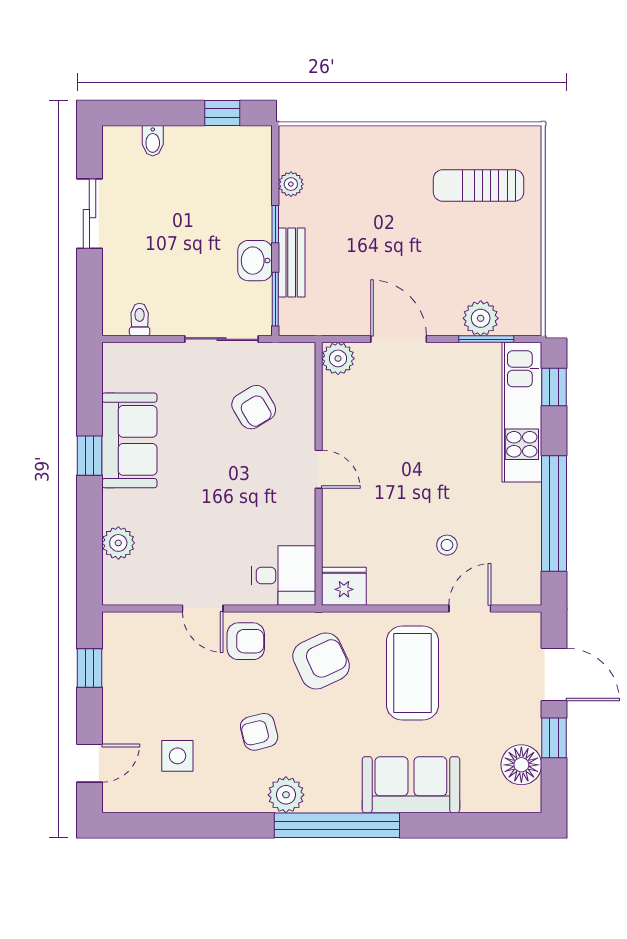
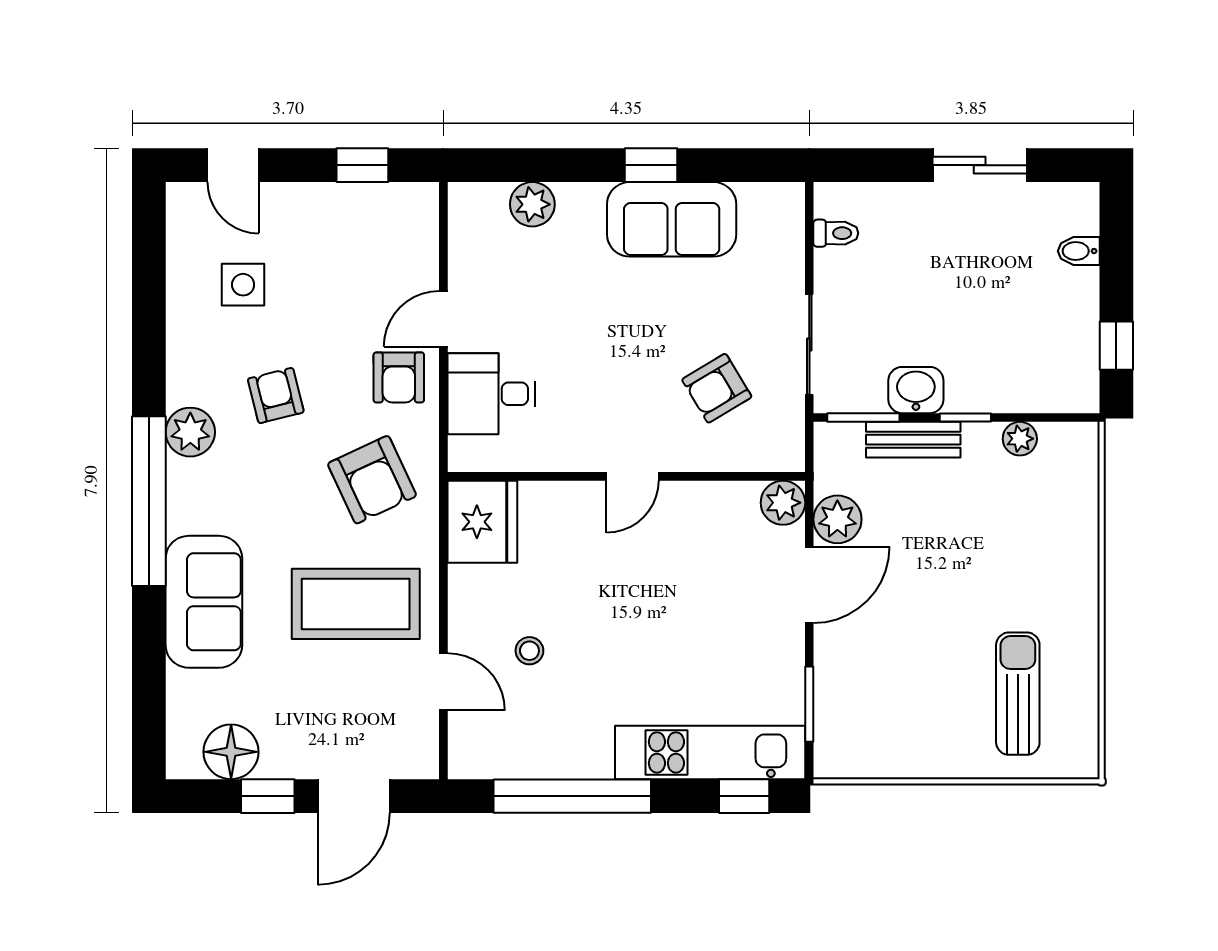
plant: (481, 318) -> (837, 519), moved
desk: (283, 576) -> (491, 394), moved, turned 90
fridge: (344, 586) -> (482, 522), width x1.36, depth x1.34

